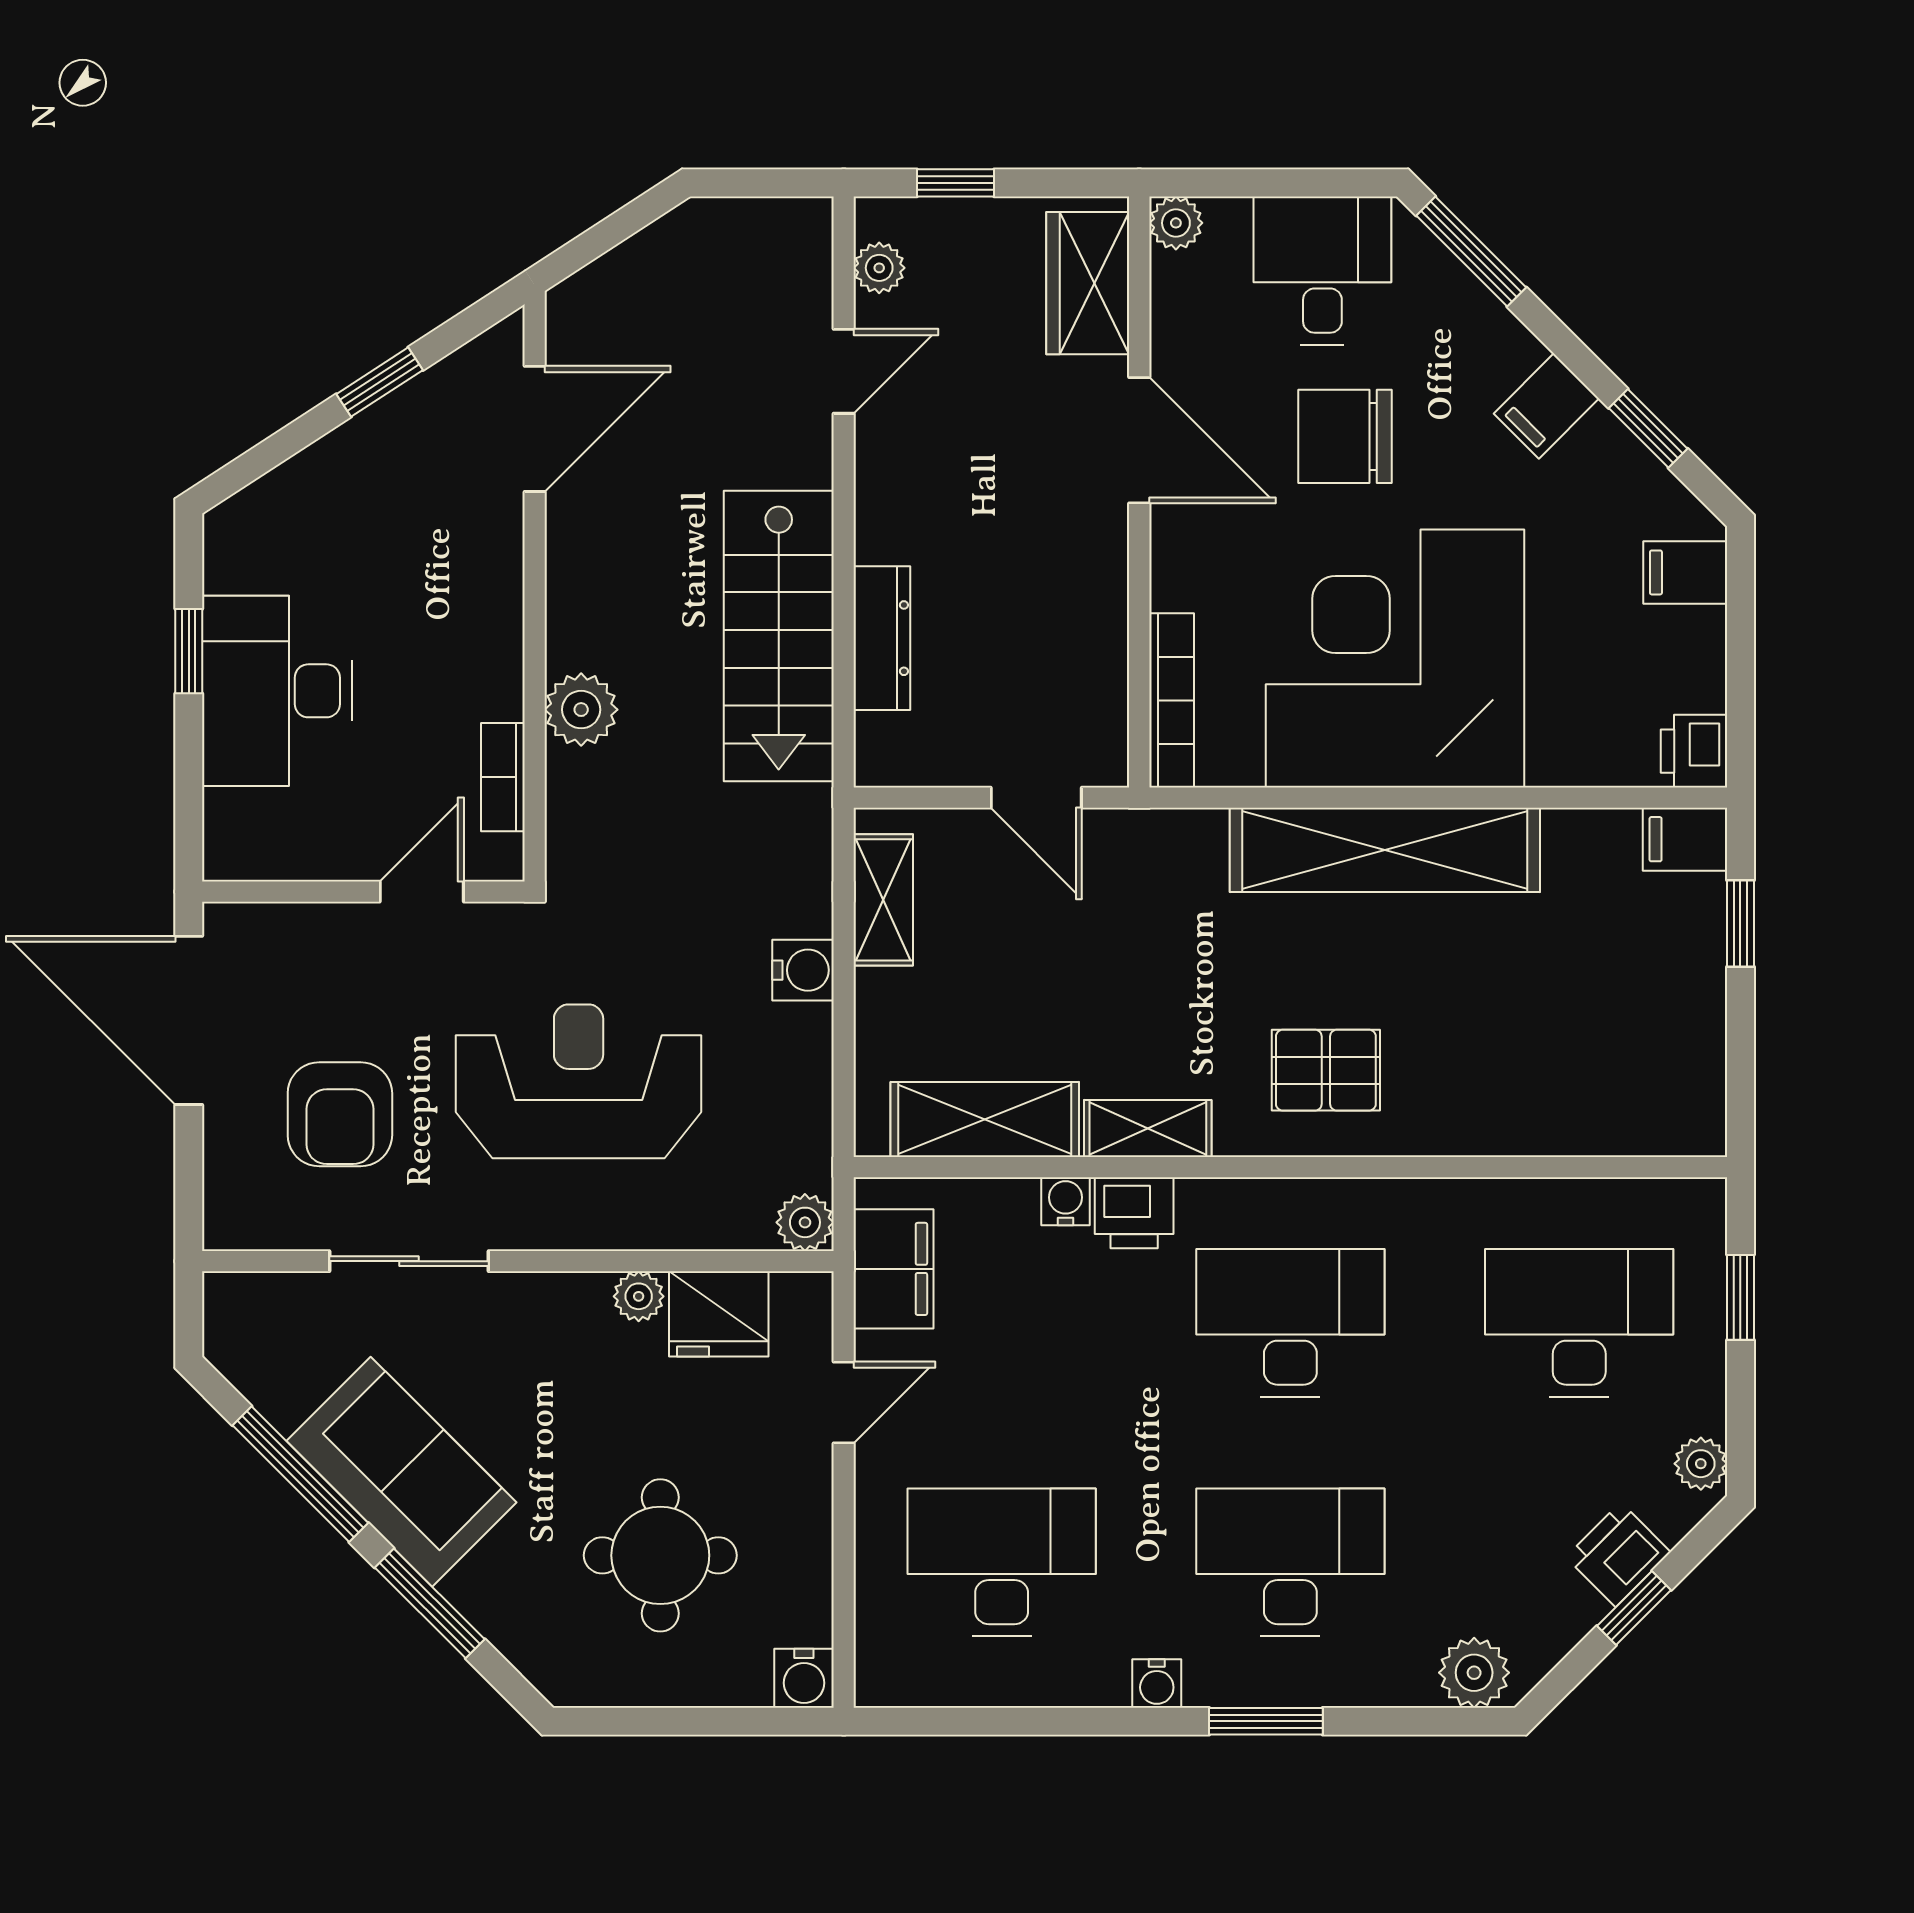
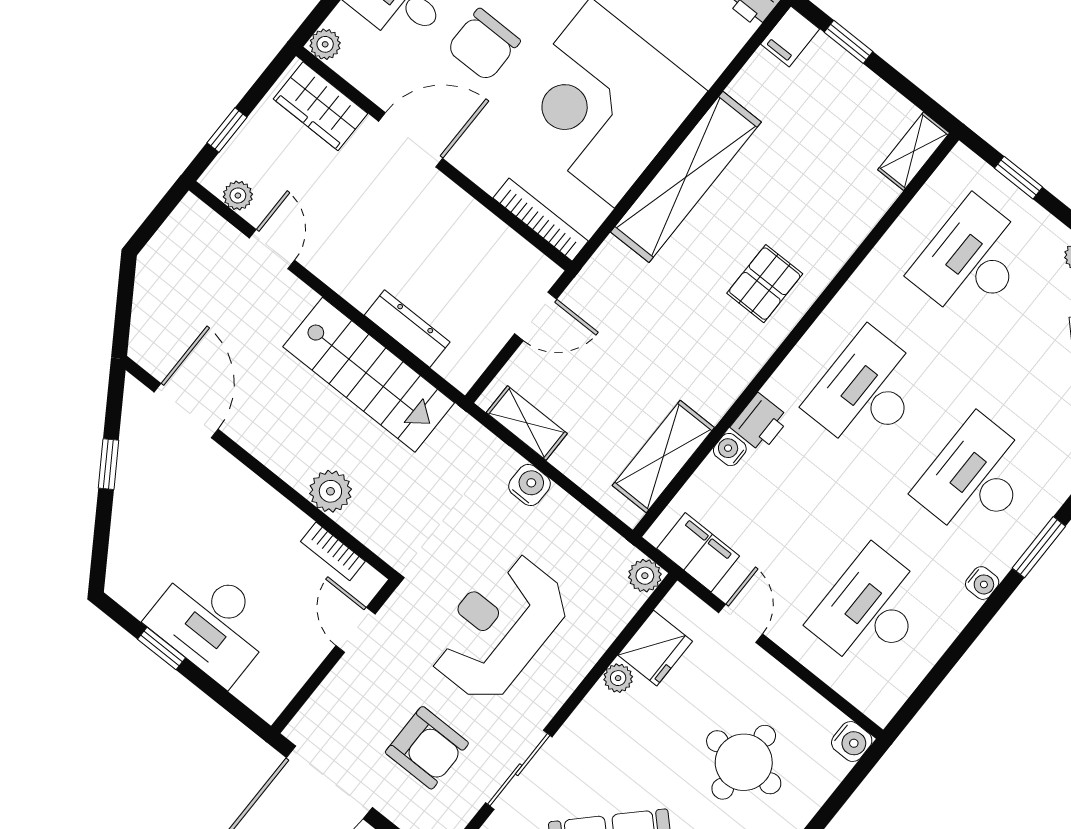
shelving: (1148, 1128) -> (914, 151), moved

